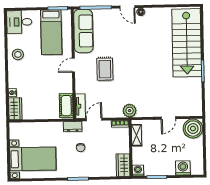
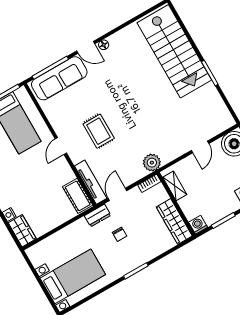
sofa: (83, 31) -> (59, 78), moved, turned 90
tv unit: (80, 106) -> (91, 182), width x1.41
wardrobe: (123, 165) -> (174, 221), width x1.50

